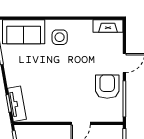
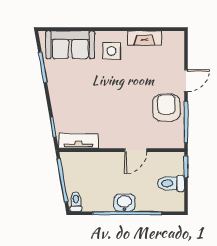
fireplace: (108, 26) -> (145, 38), moved
tv unit: (17, 104) -> (78, 141), moved, turned -80

